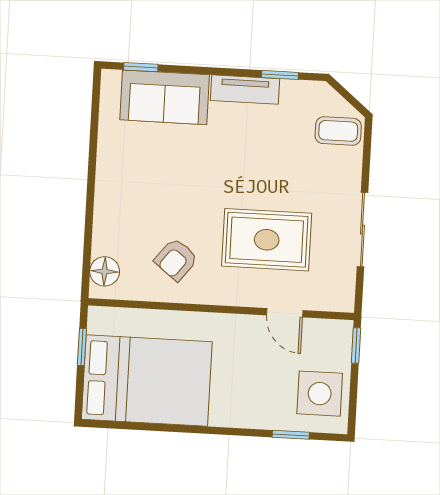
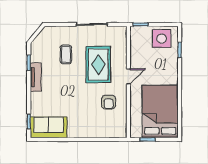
sofa: (165, 97) -> (49, 127), moved, turned -90
coffee table: (338, 131) -> (66, 54), moved
armchair: (176, 259) -> (109, 102), turned 52
floor lamp: (105, 271) -> (115, 132), removed
door: (285, 313) -> (128, 76), moved

